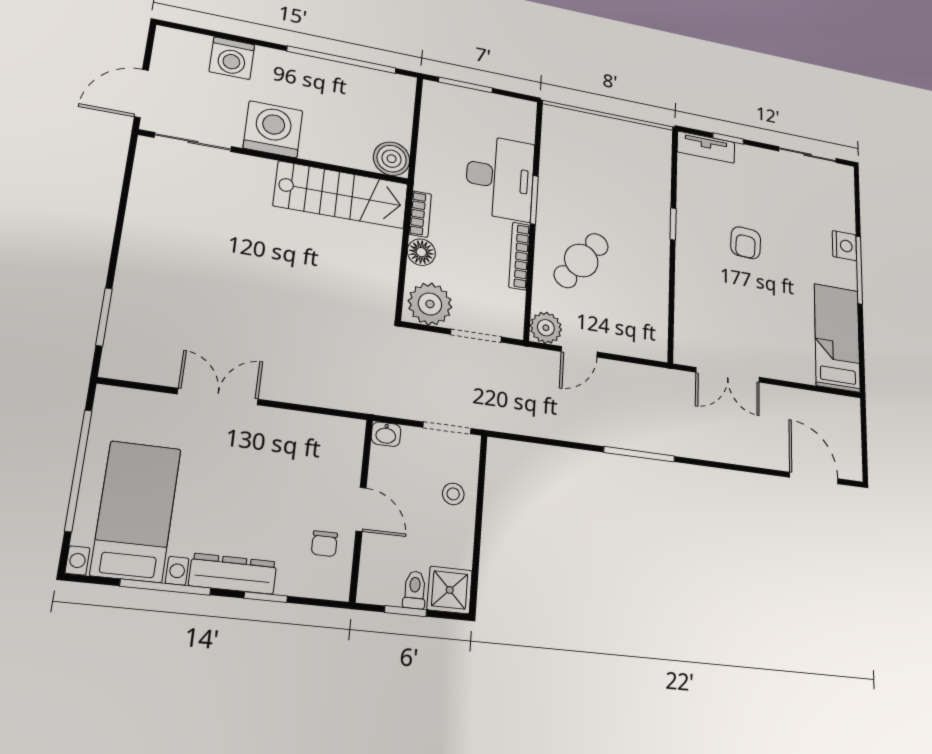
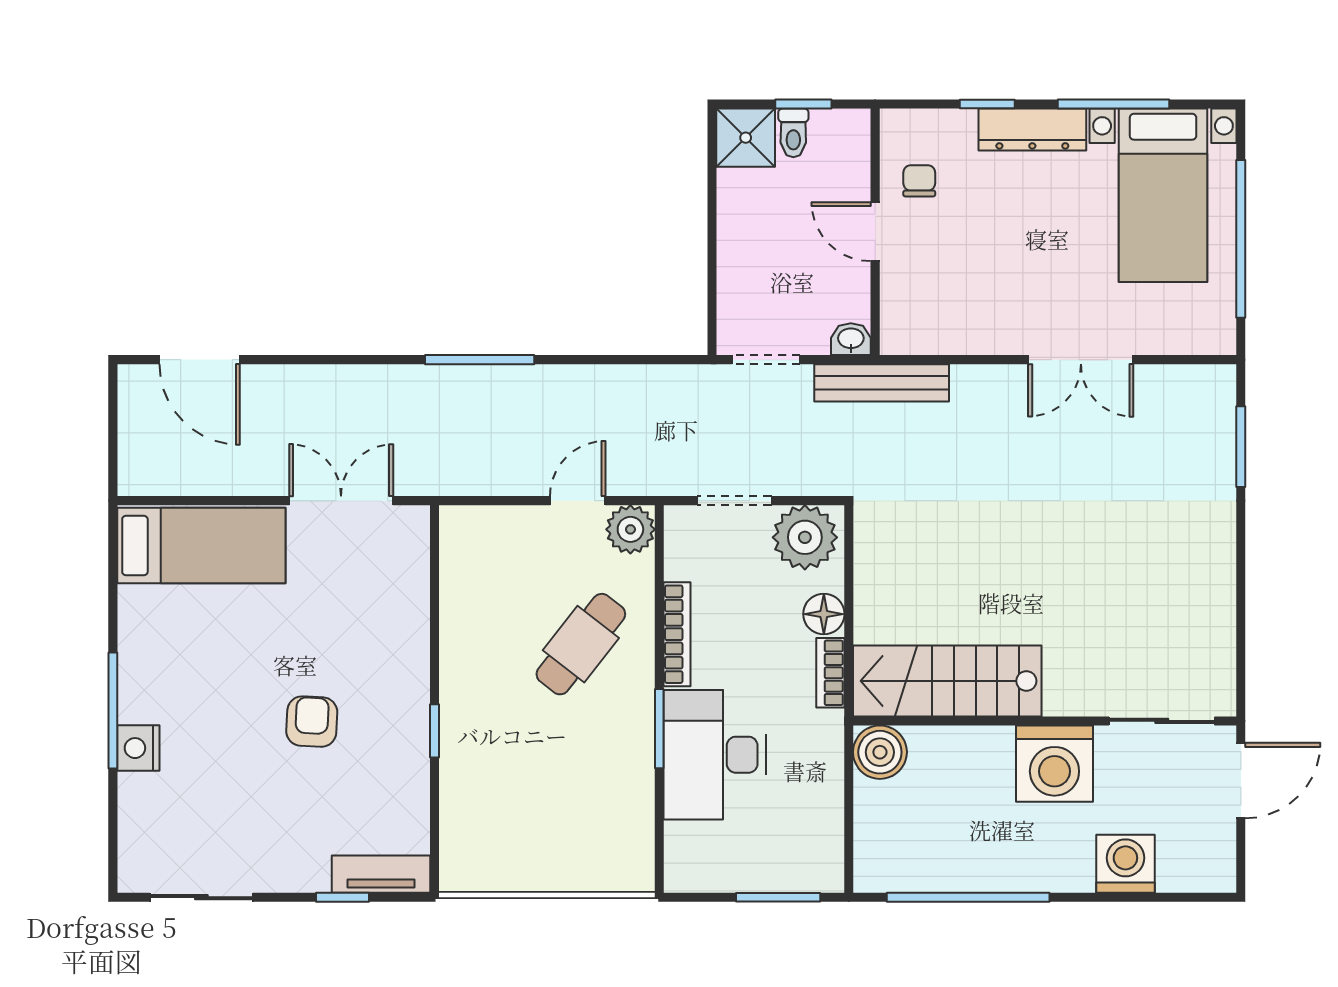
bed: (837, 338) -> (201, 546), moved, turned -90
bench: (367, 400) -> (882, 383), added
stool: (453, 494) -> (750, 268), removed

